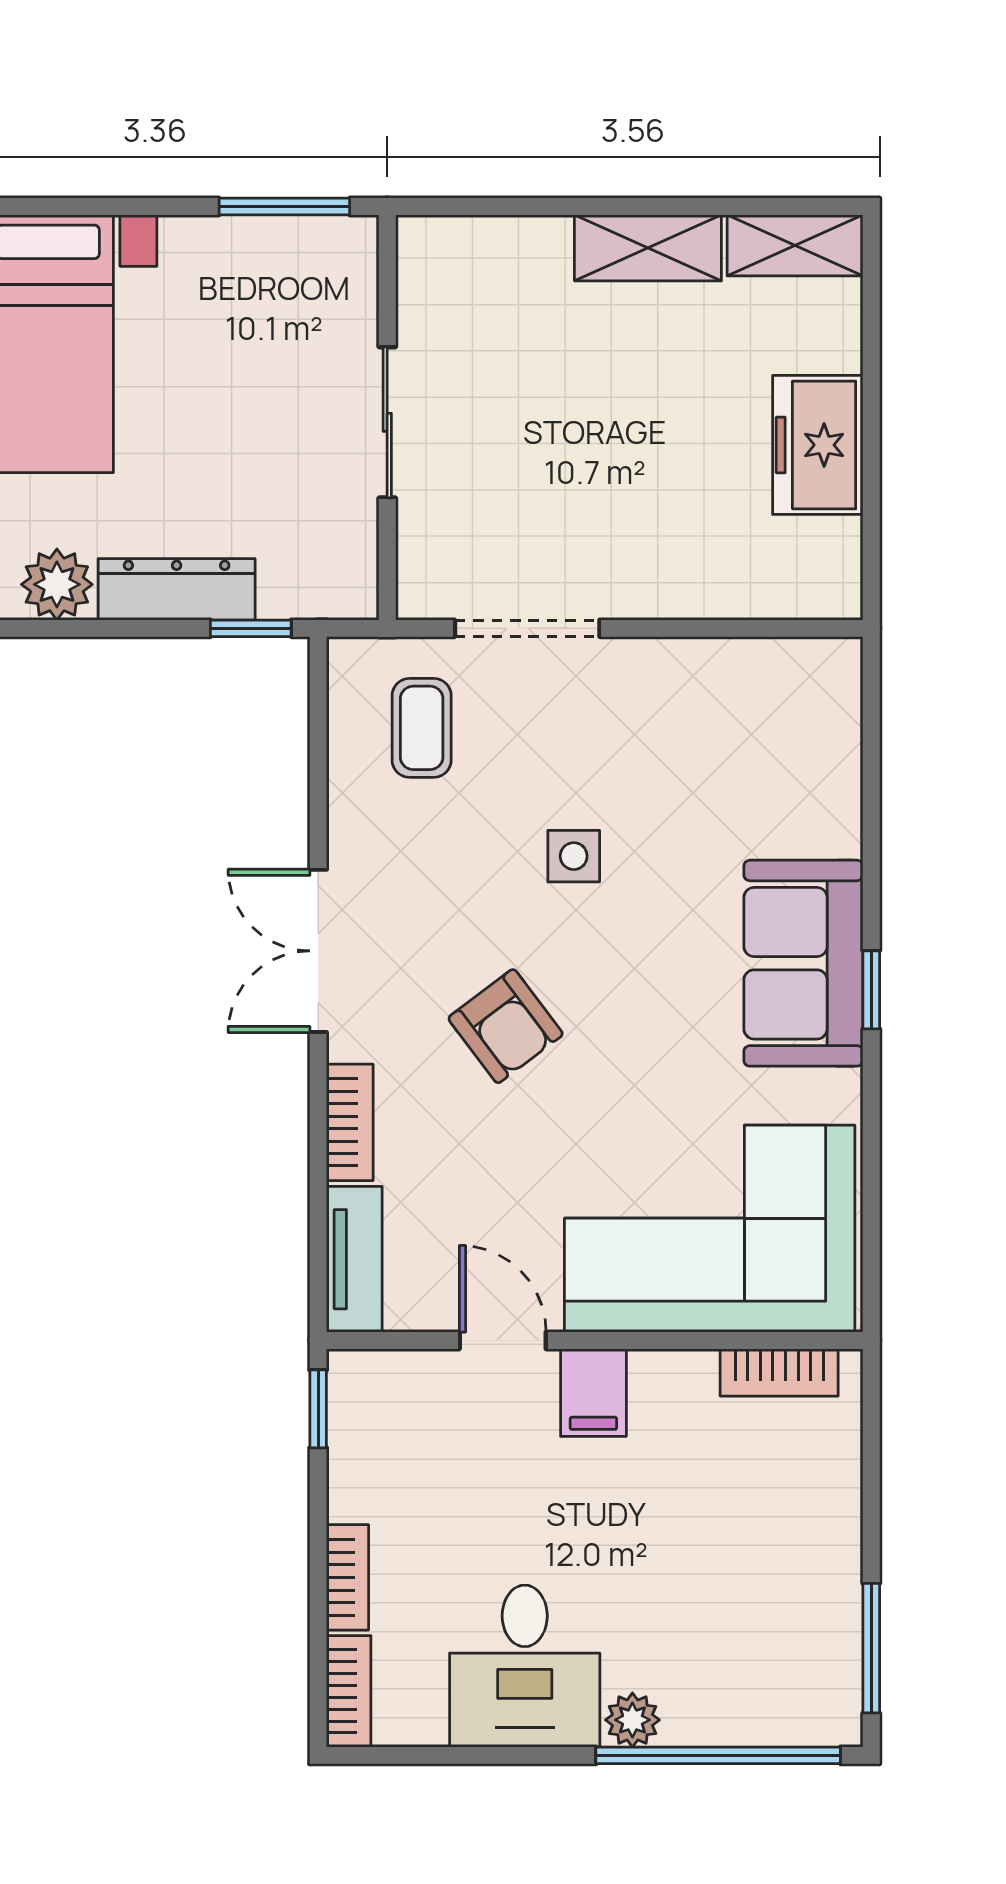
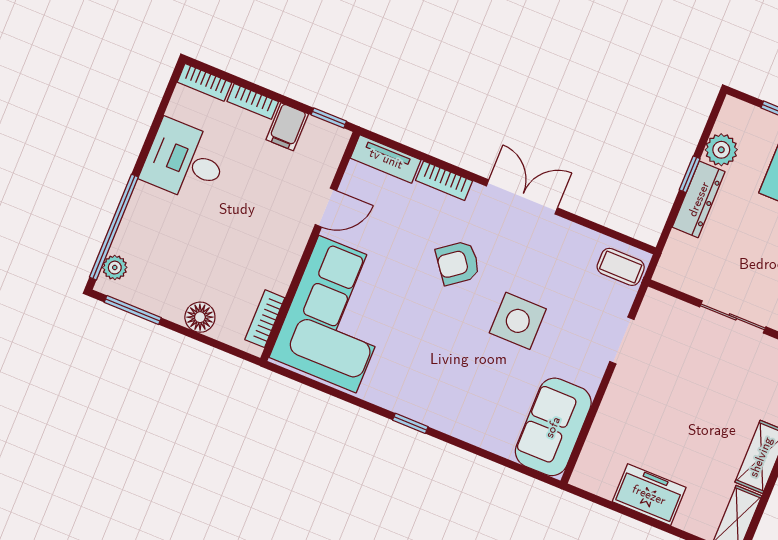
window: (251, 628) -> (690, 174), moved
doorway: (527, 628) -> (622, 340), width x0.73
coffee table: (422, 728) -> (621, 267), moved
side table: (574, 856) -> (518, 321), width x1.87, depth x1.87
sofa: (803, 963) -> (553, 427), moved, turned -90
filing cabinet: (593, 1393) -> (287, 127), moved, turned -90
floor lamp: (830, 1506) -> (200, 317), added
plant: (632, 1720) -> (115, 268), moved

